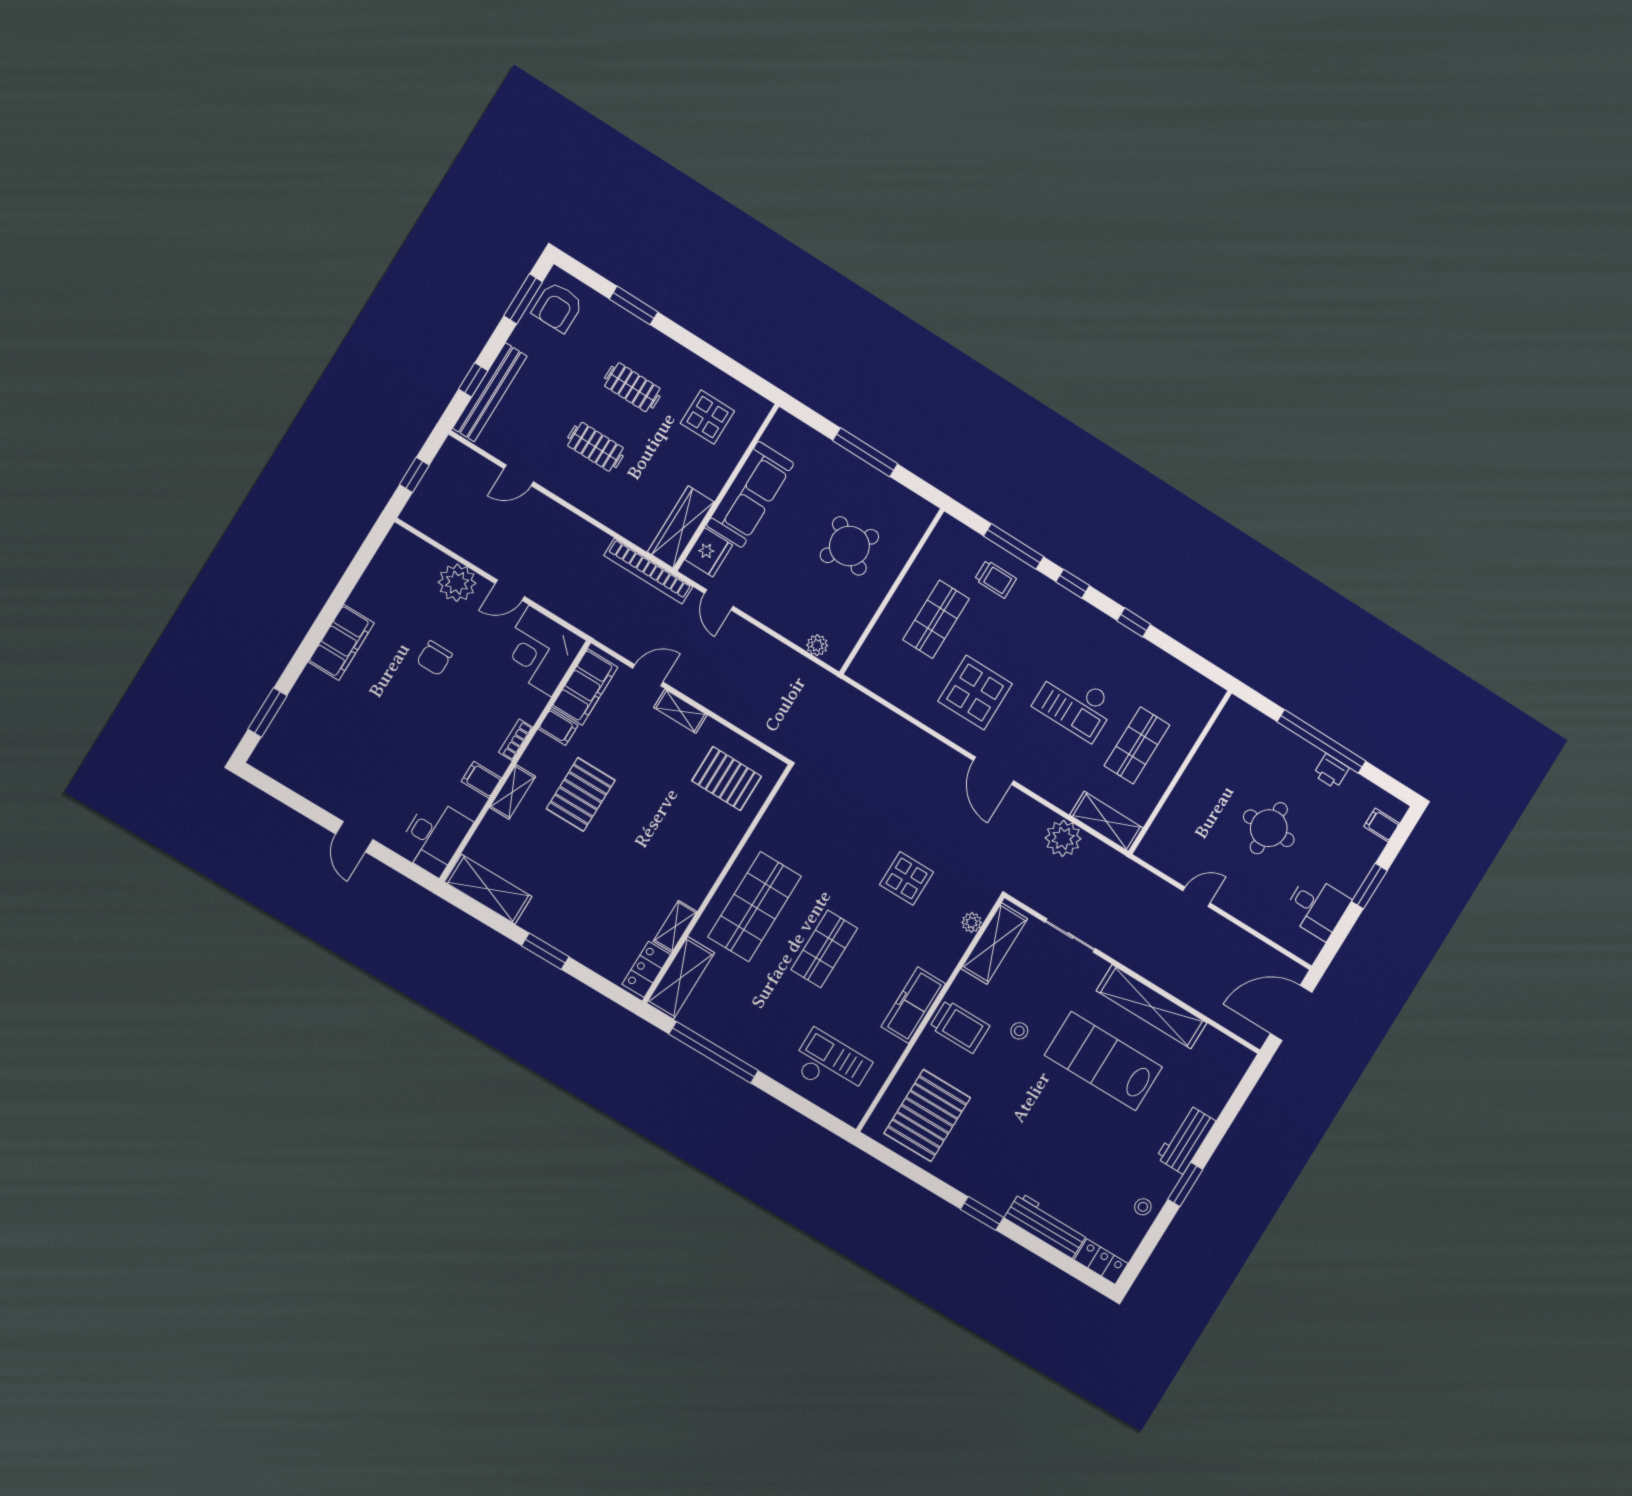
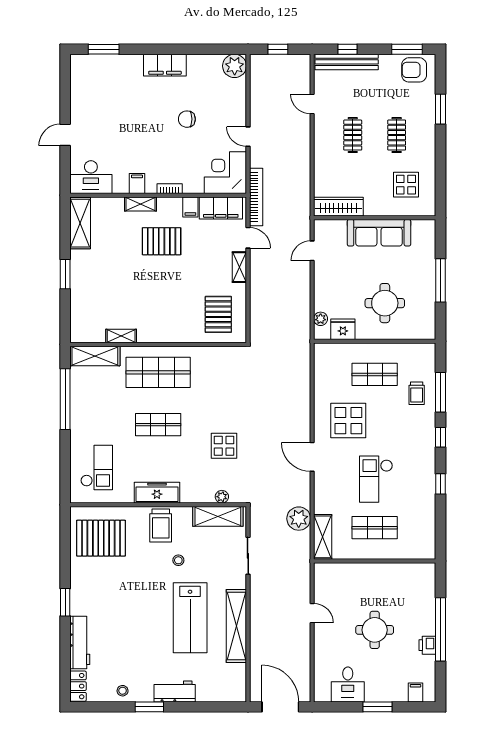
round table: (849, 546) -> (385, 303), turned -35
fridge: (709, 552) -> (343, 329), moved, turned 180
bookcase: (648, 571) -> (256, 197), moved, turned 180
plant: (457, 583) -> (235, 66), moved
door: (993, 771) -> (312, 457), hinge flipped
locker: (646, 969) -> (88, 335), removed
lab bench: (1103, 1061) -> (190, 618), turned 180

